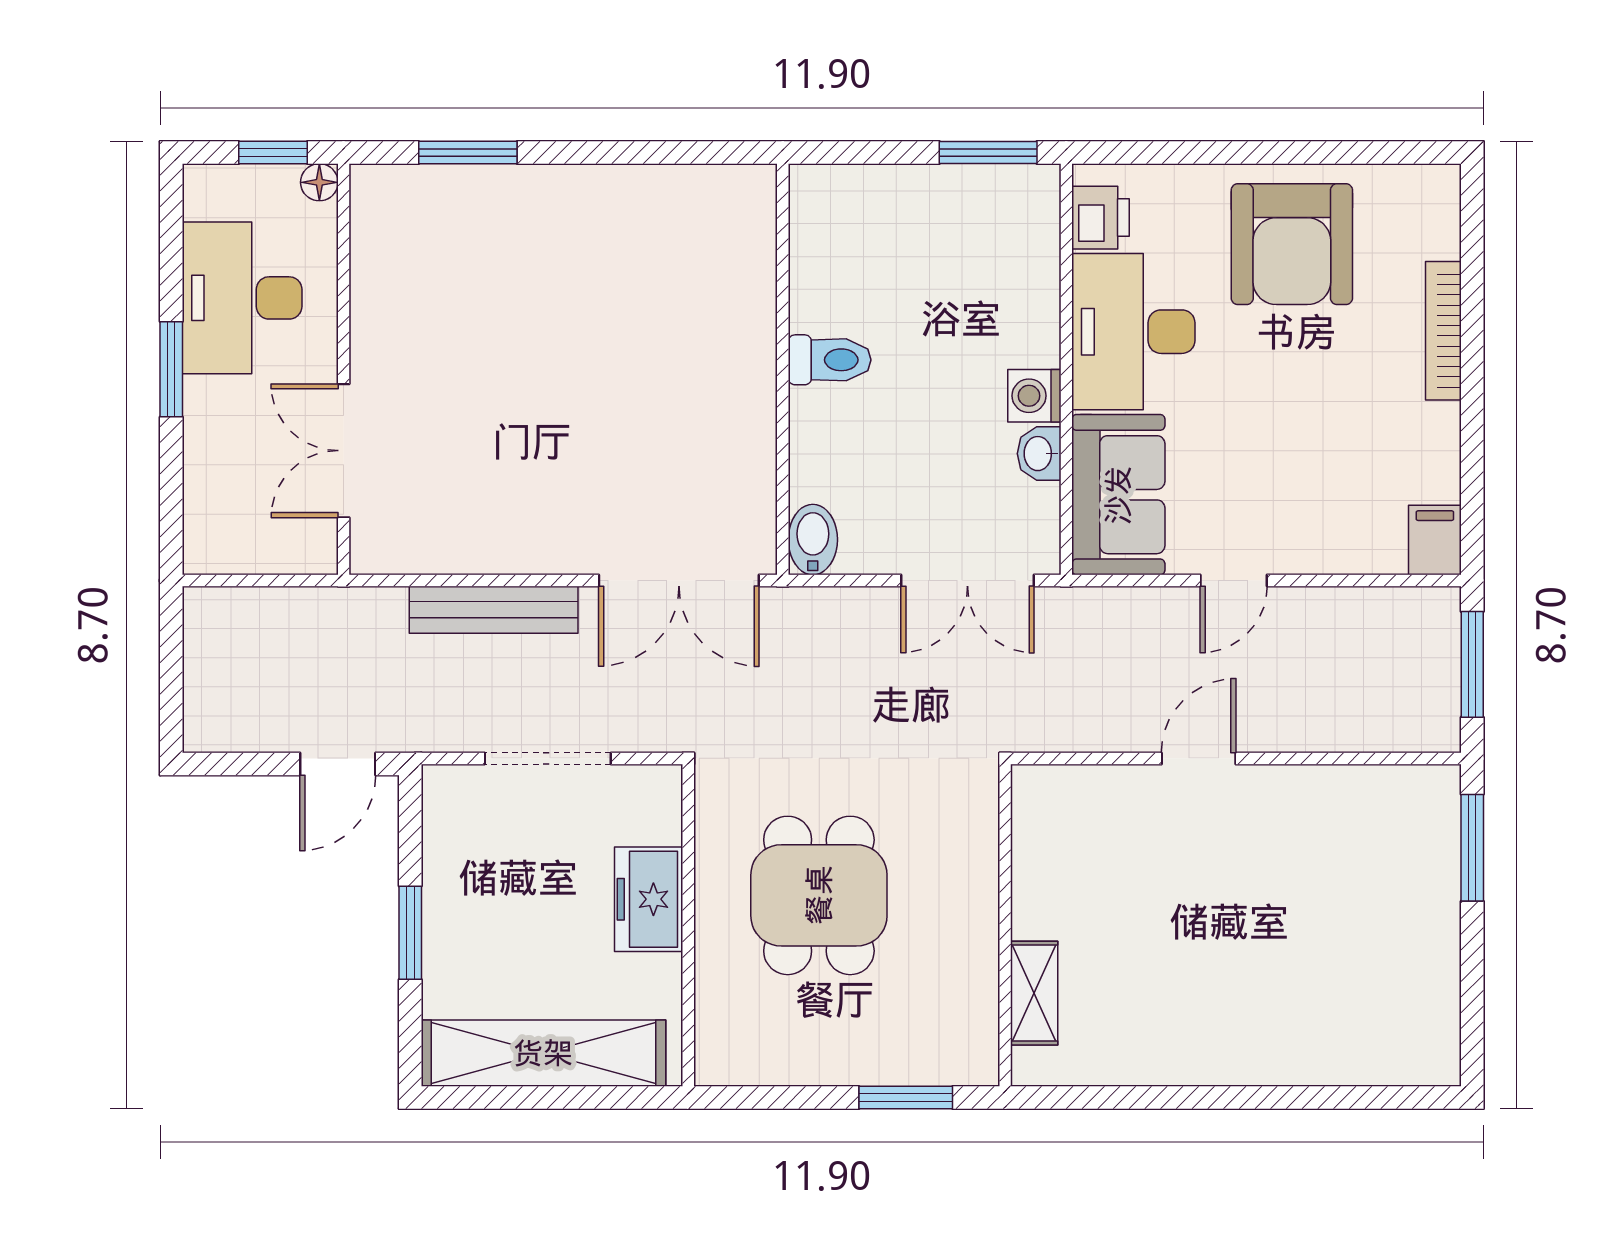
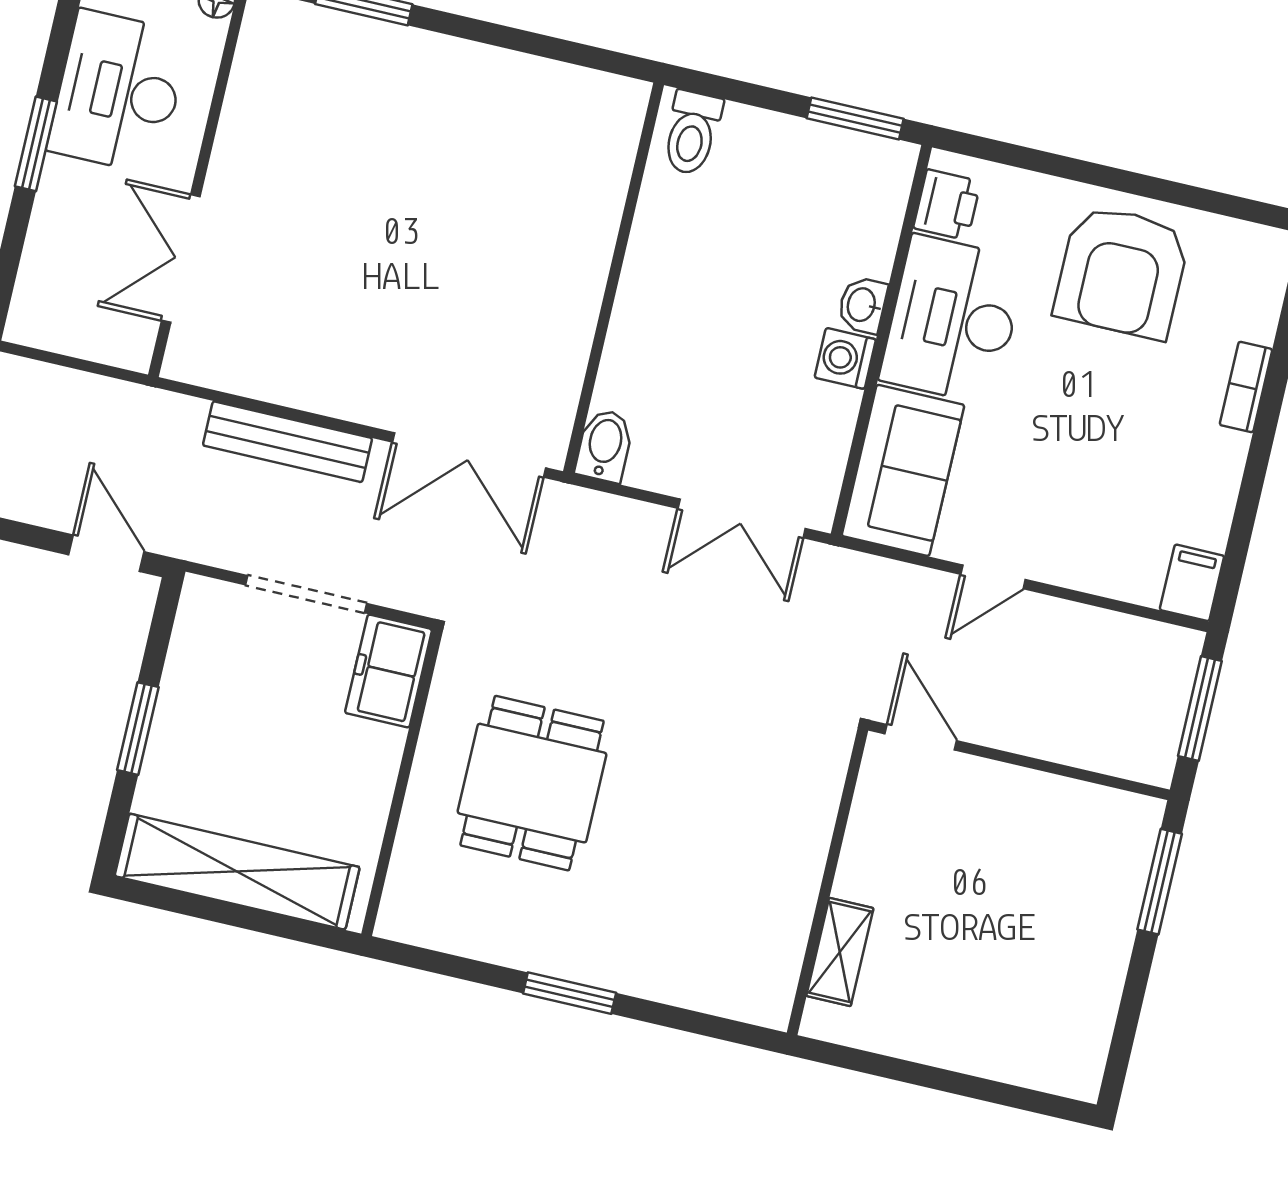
bookcase: (1443, 331) -> (1246, 387), width x0.64
toilet: (830, 360) -> (692, 133), moved, turned 90
washbasin: (1039, 454) -> (862, 305), moved
door: (1199, 758) -> (921, 737), hinge flipped
door: (338, 764) -> (106, 553), swing flipped
freezer: (649, 899) -> (389, 671), moved
wall: (1005, 925) -> (827, 882), moved
shelving: (1034, 993) -> (840, 952), moved

